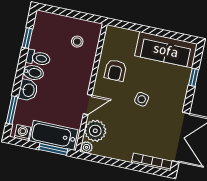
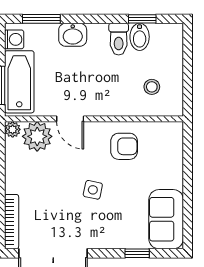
sofa: (166, 50) -> (166, 219), width x0.73
armchair: (115, 70) -> (124, 146), turned 180
bidet: (33, 73) -> (140, 37), moved

